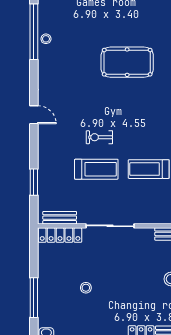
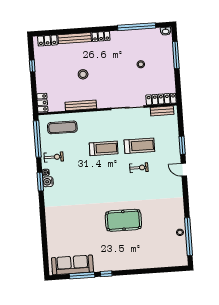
door: (34, 115) -> (184, 170), moved
treadmill: (96, 169) -> (139, 146), turned 180
window: (34, 182) -> (182, 145), moved

